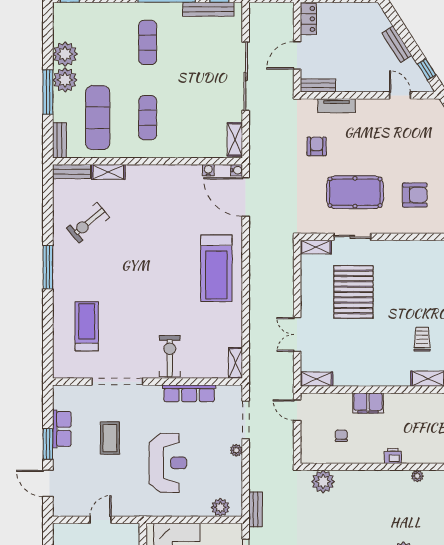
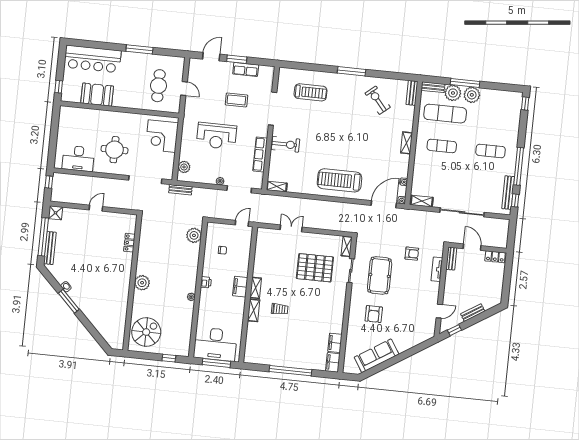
plant: (65, 54) -> (453, 93), moved
shelving: (108, 172) -> (406, 143), moved
shelving: (316, 379) -> (256, 288), moved
filing cabinet: (368, 403) -> (240, 287), moved

